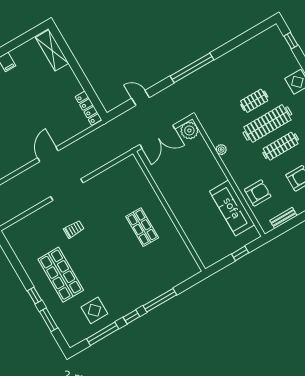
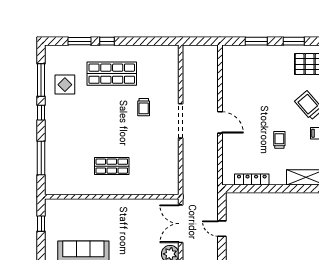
trolley: (33, 93) -> (279, 140), added
door: (141, 98) -> (222, 229), swing flipped
locker: (88, 108) -> (252, 179), moved
window: (240, 253) -> (41, 224), moved
window: (160, 300) -> (41, 158), moved

